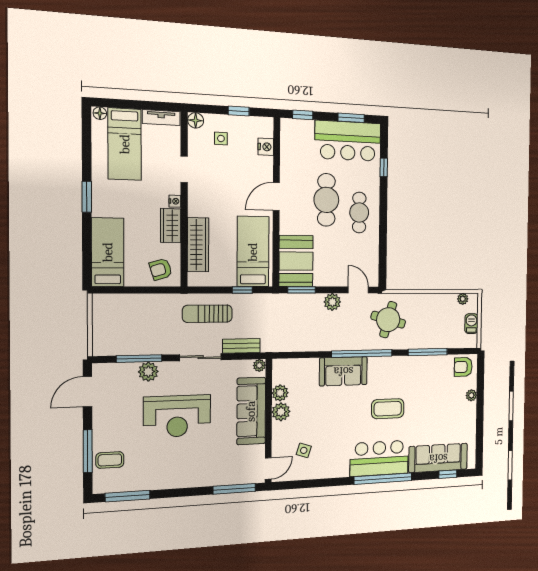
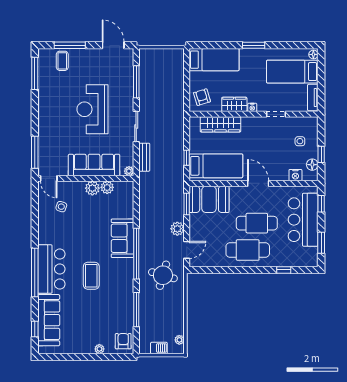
floor lamp: (196, 120) -> (312, 165), moved
bar counter: (348, 141) -> (303, 220), moved
cafe table: (359, 213) -> (248, 250), width x1.37, depth x1.35
sun lounger: (207, 314) -> (169, 131), removed
plant: (148, 372) -> (126, 88), removed

